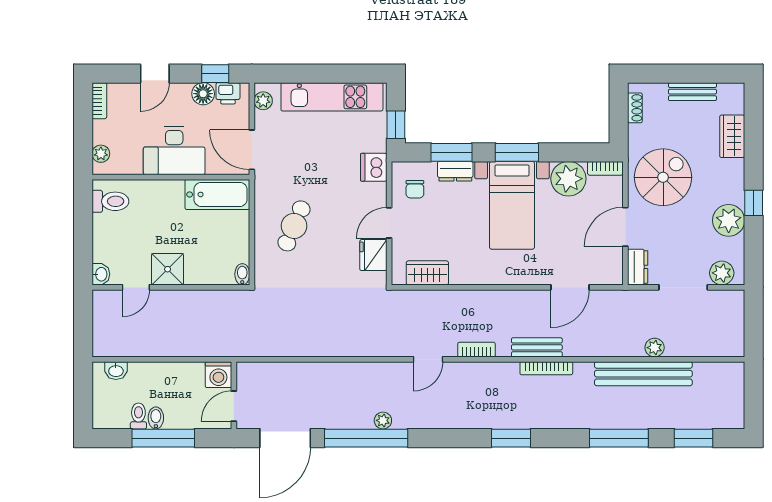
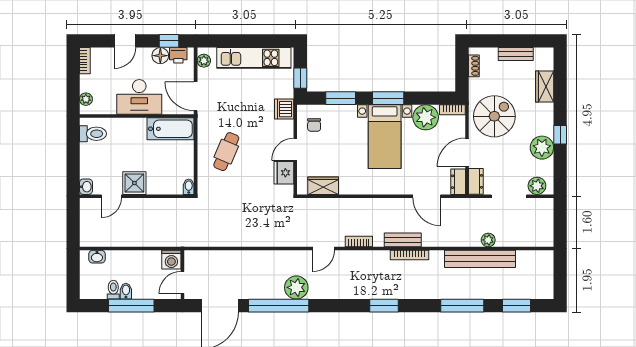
dresser: (455, 171) -> (458, 182), moved, turned 90
door: (570, 287) -> (427, 196), hinge flipped
plant: (383, 420) -> (296, 287), width x1.88, depth x1.88

